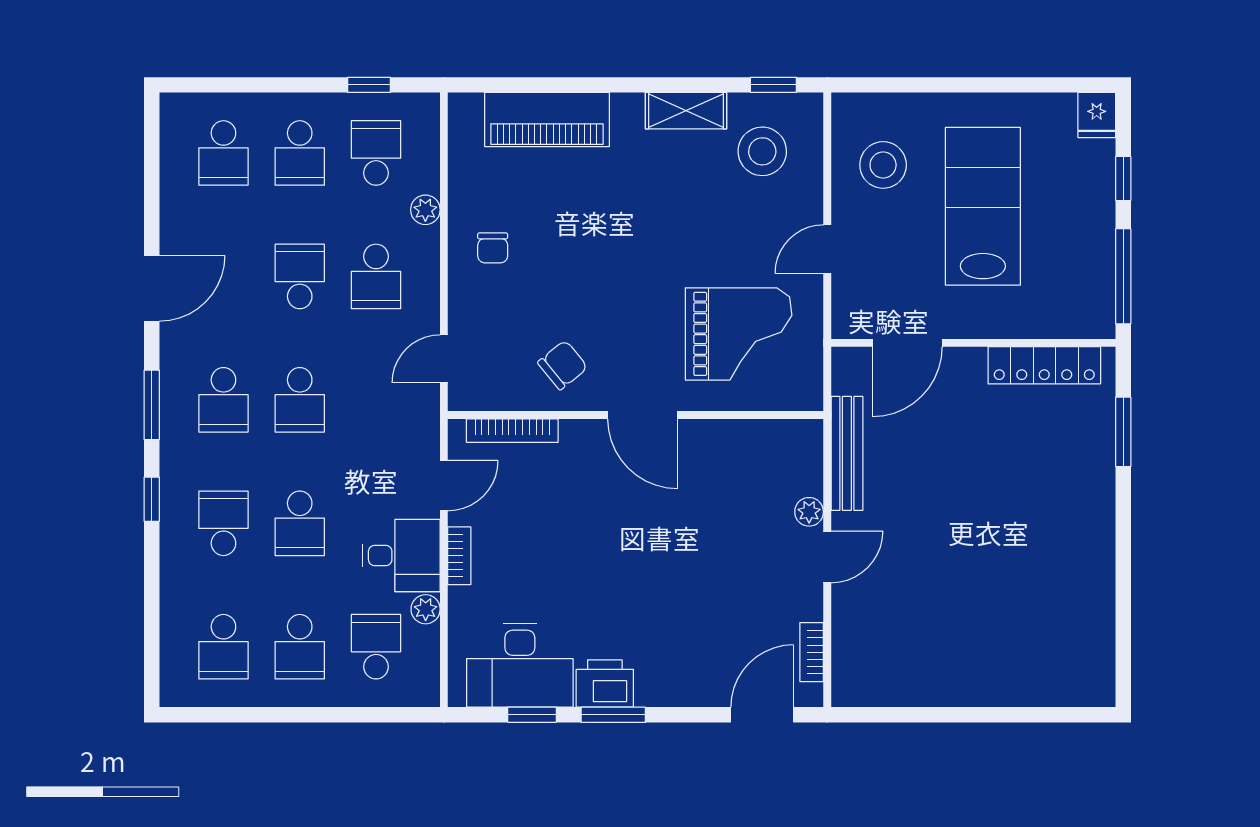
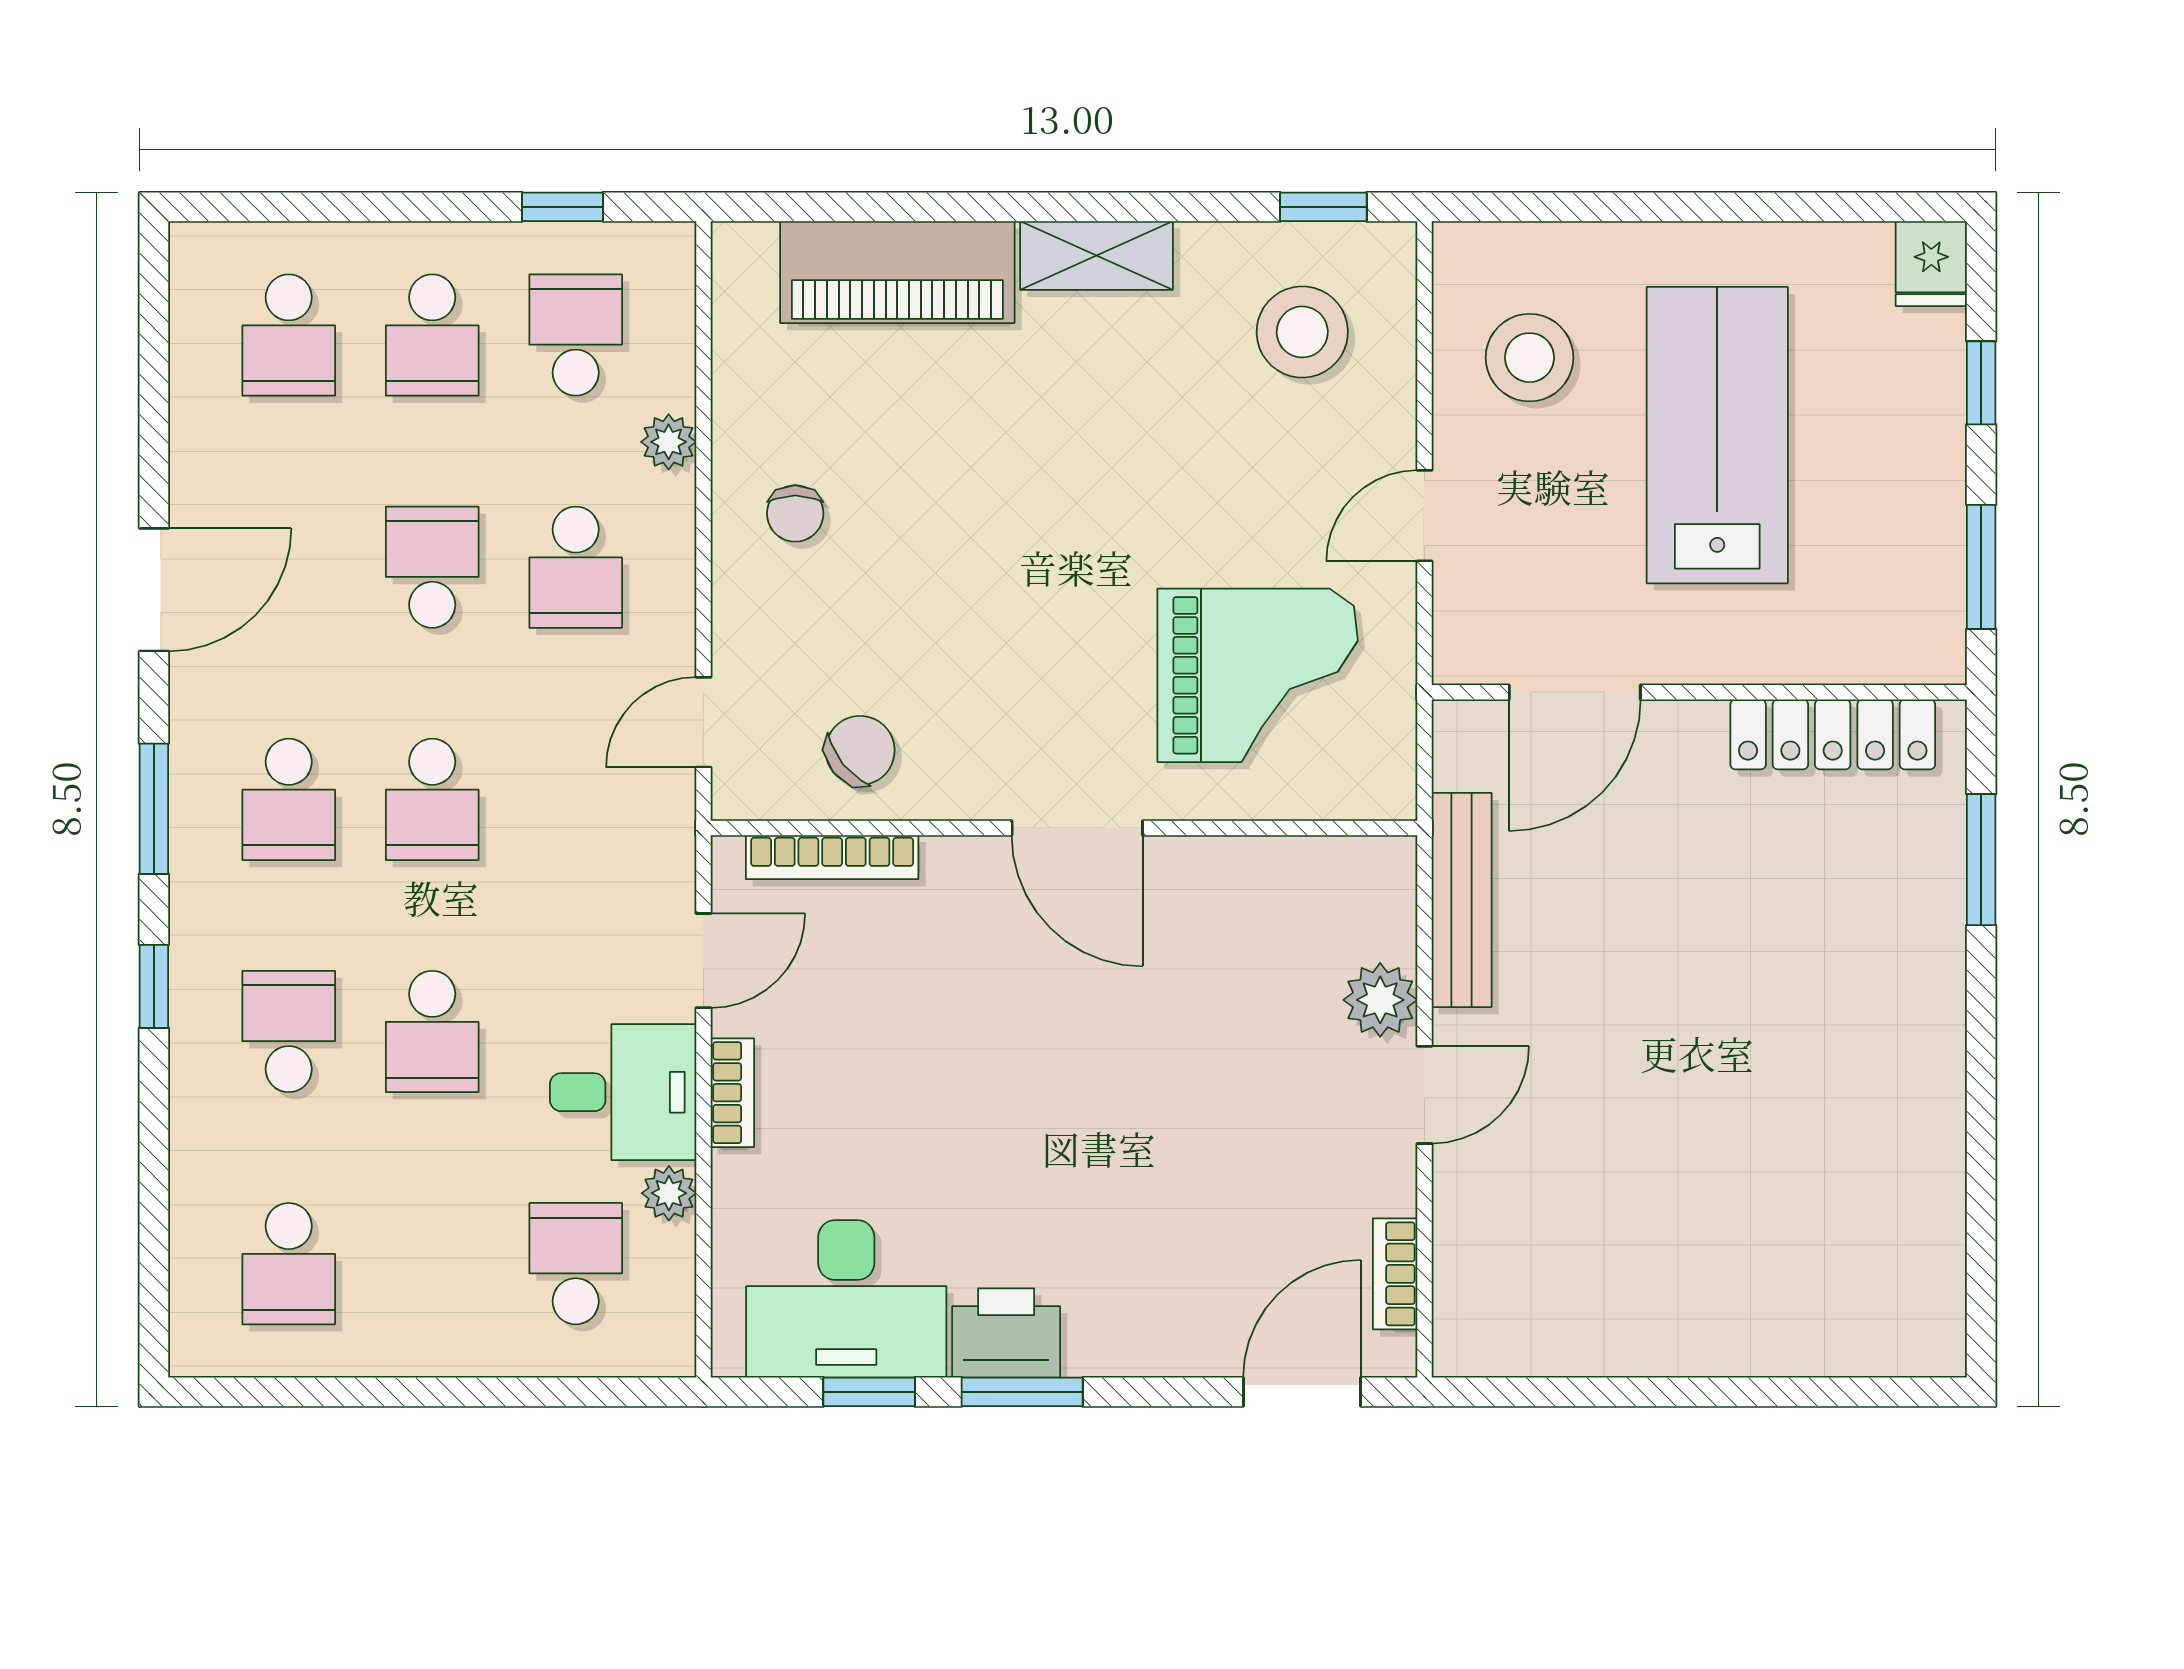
shelving: (686, 111) -> (1097, 255), moved
window: (1123, 276) -> (1981, 567), width x0.69
chair: (563, 365) -> (860, 750), moved
plant: (809, 512) -> (1380, 1000), width x1.38, depth x1.38
school desk: (300, 647) -> (432, 1264), removed

